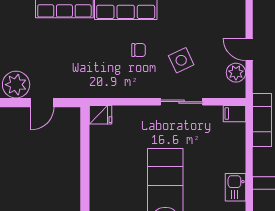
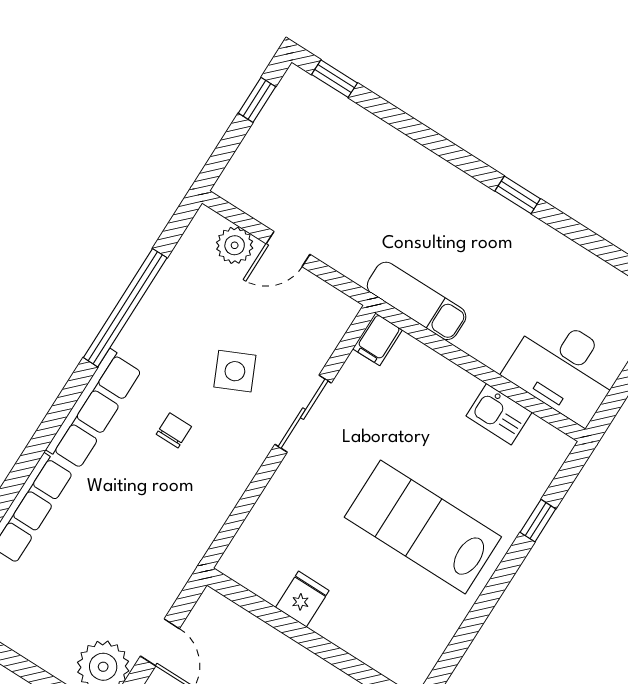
plant: (236, 73) -> (235, 245), moved
fridge: (101, 115) -> (302, 599), moved

